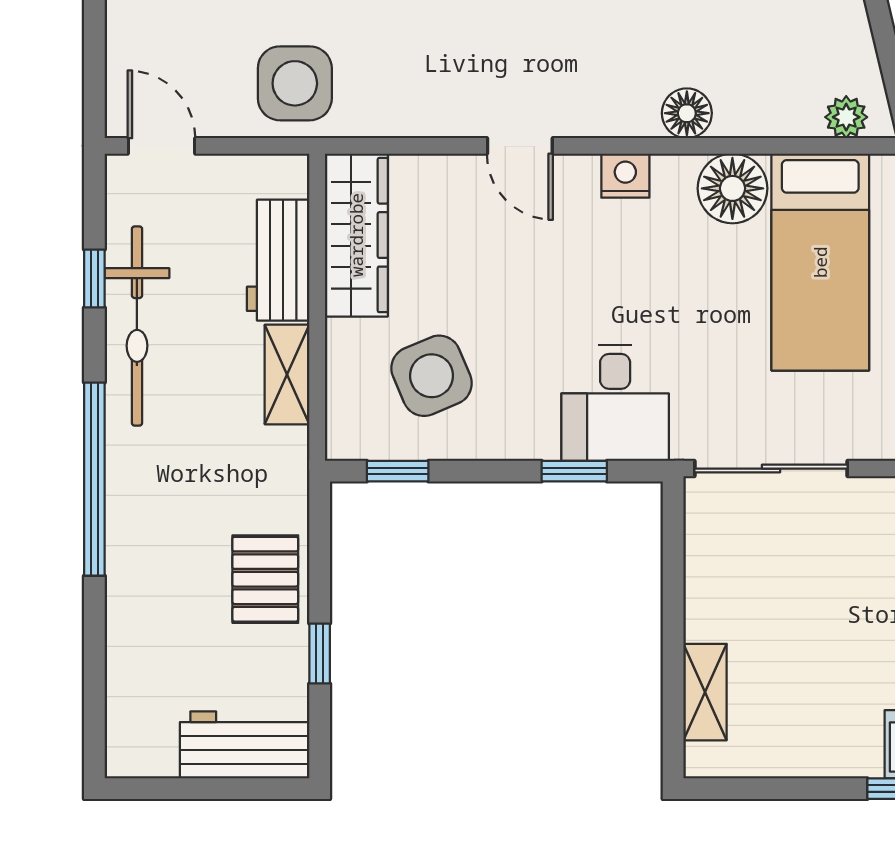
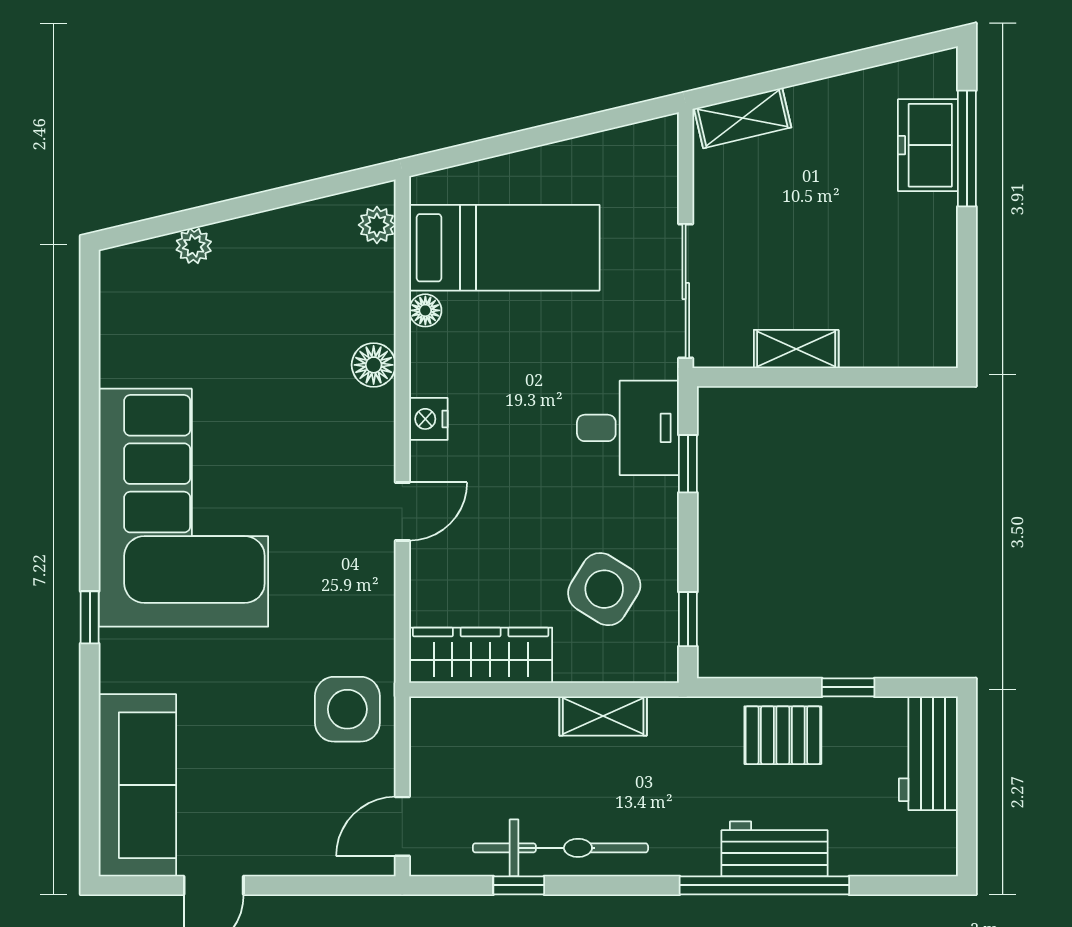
floor lamp: (732, 188) -> (425, 310), width x0.53, depth x0.53
workbench: (278, 260) -> (775, 849), moved, turned 180
side table: (432, 376) -> (604, 589), turned -35
window: (94, 479) -> (764, 885), moved
shelving: (705, 692) -> (796, 349), moved

